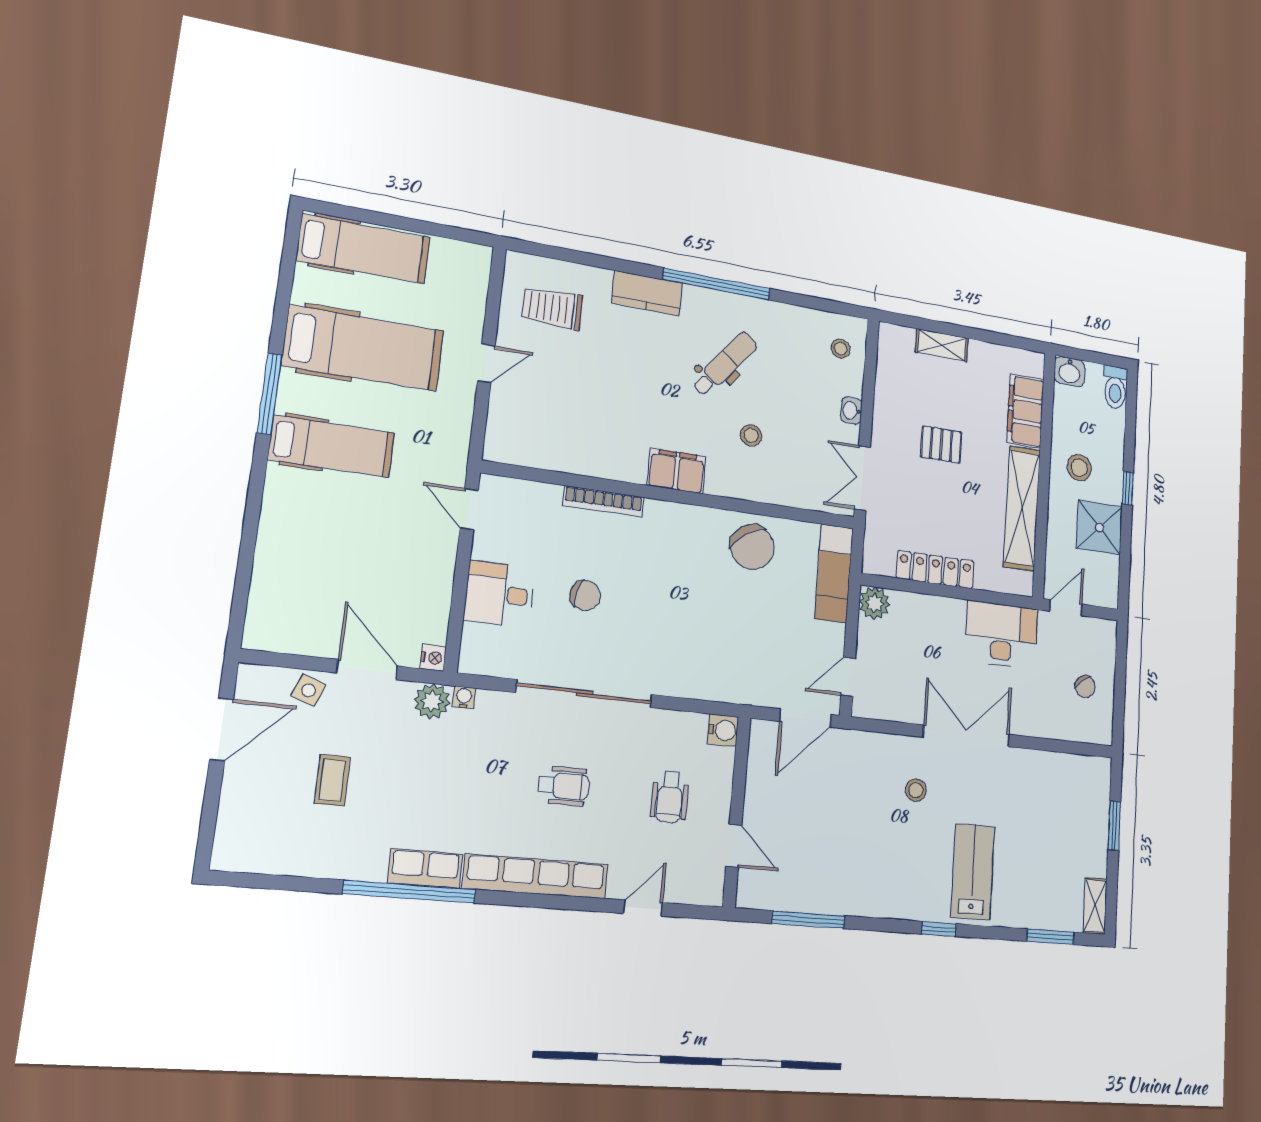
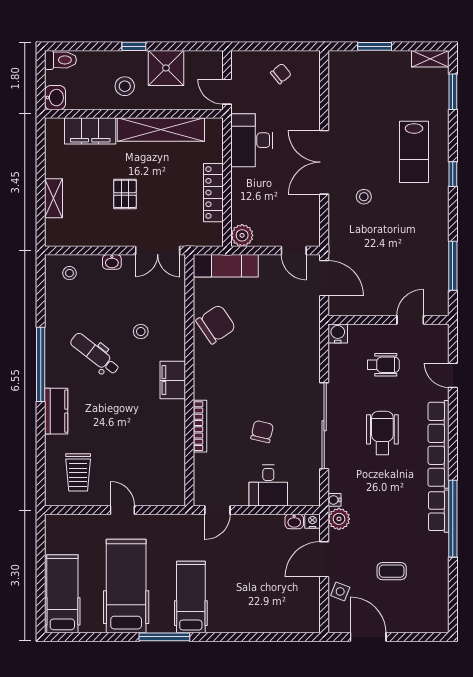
washbasin: (436, 628) -> (294, 521), added
wheelchair: (564, 786) -> (382, 433), width x1.36, depth x1.37
lab bench: (973, 872) -> (414, 152), turned -90

